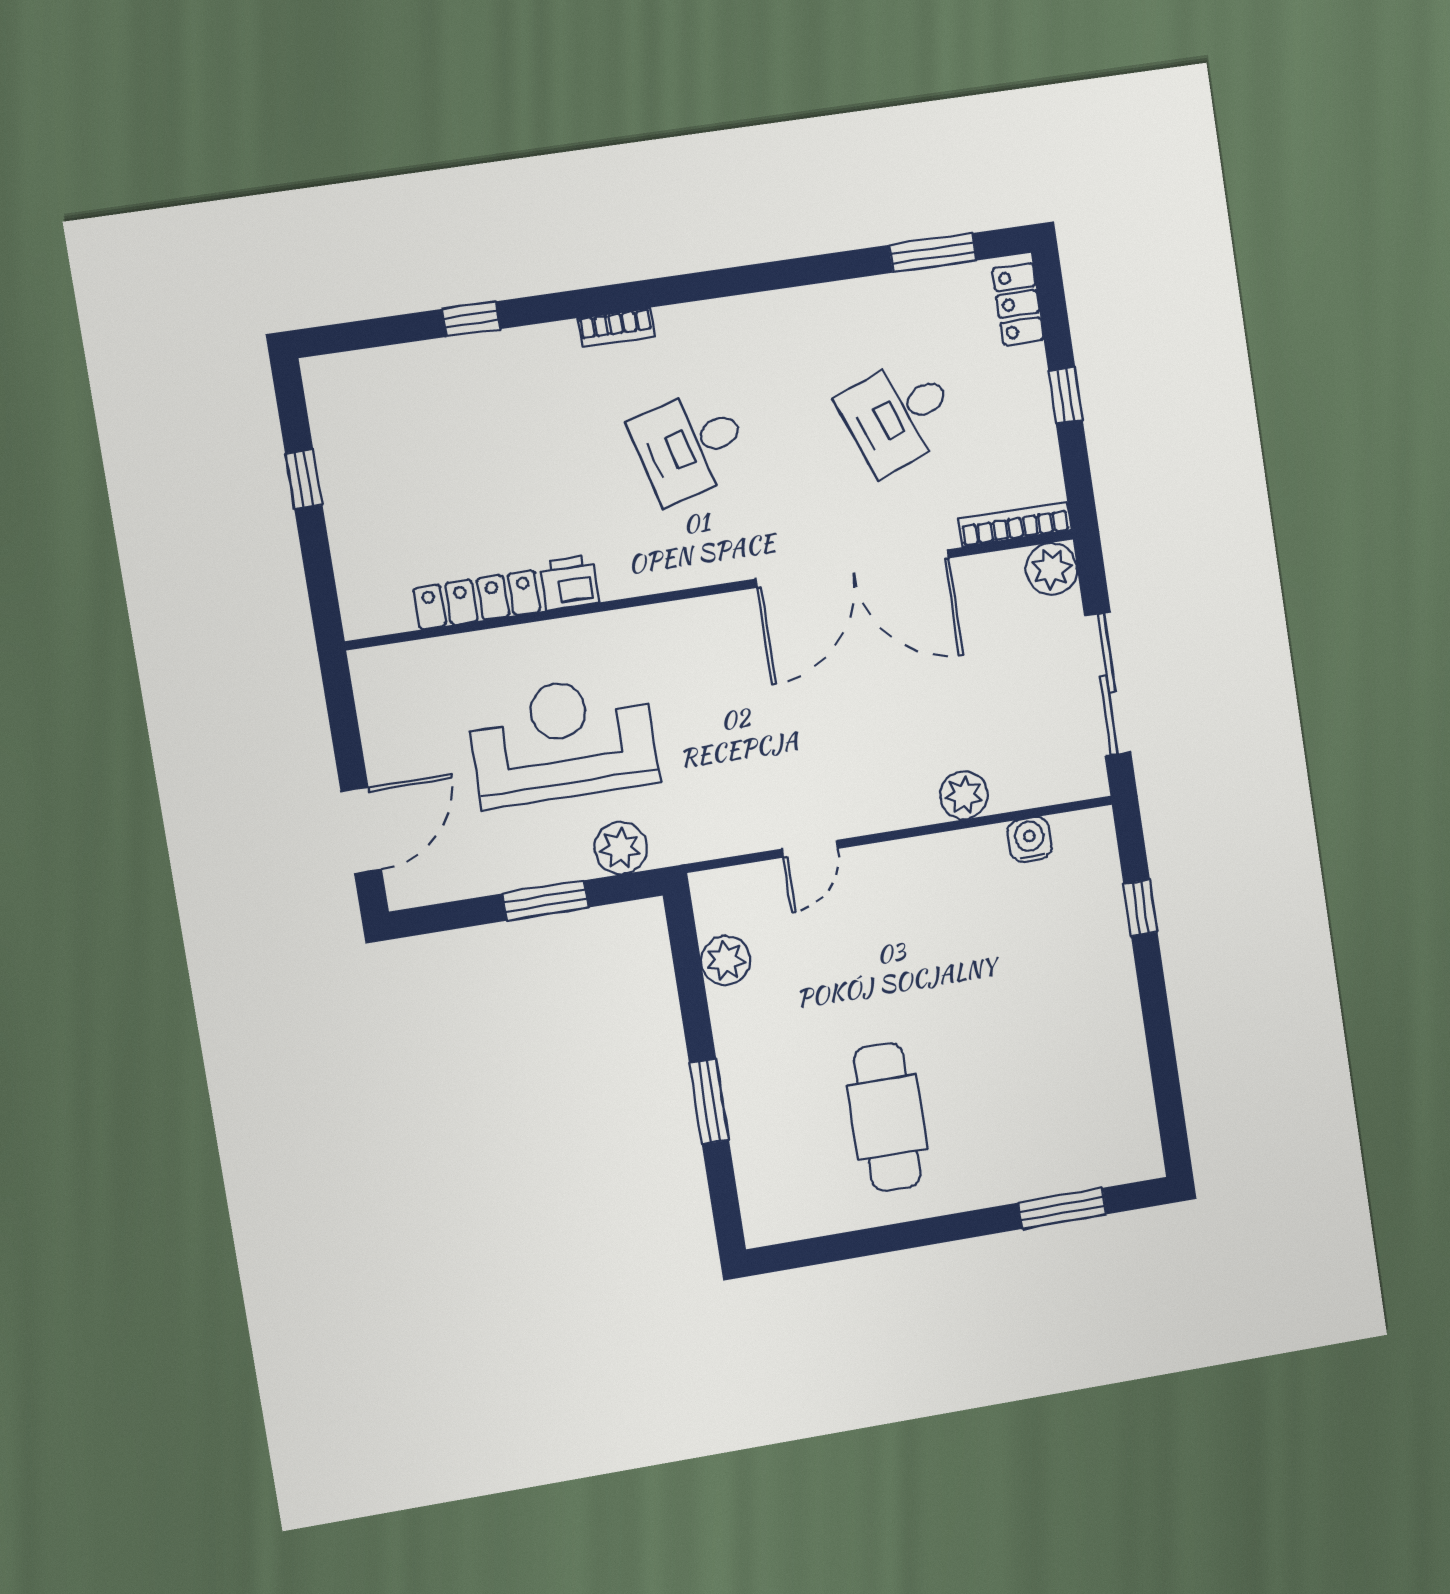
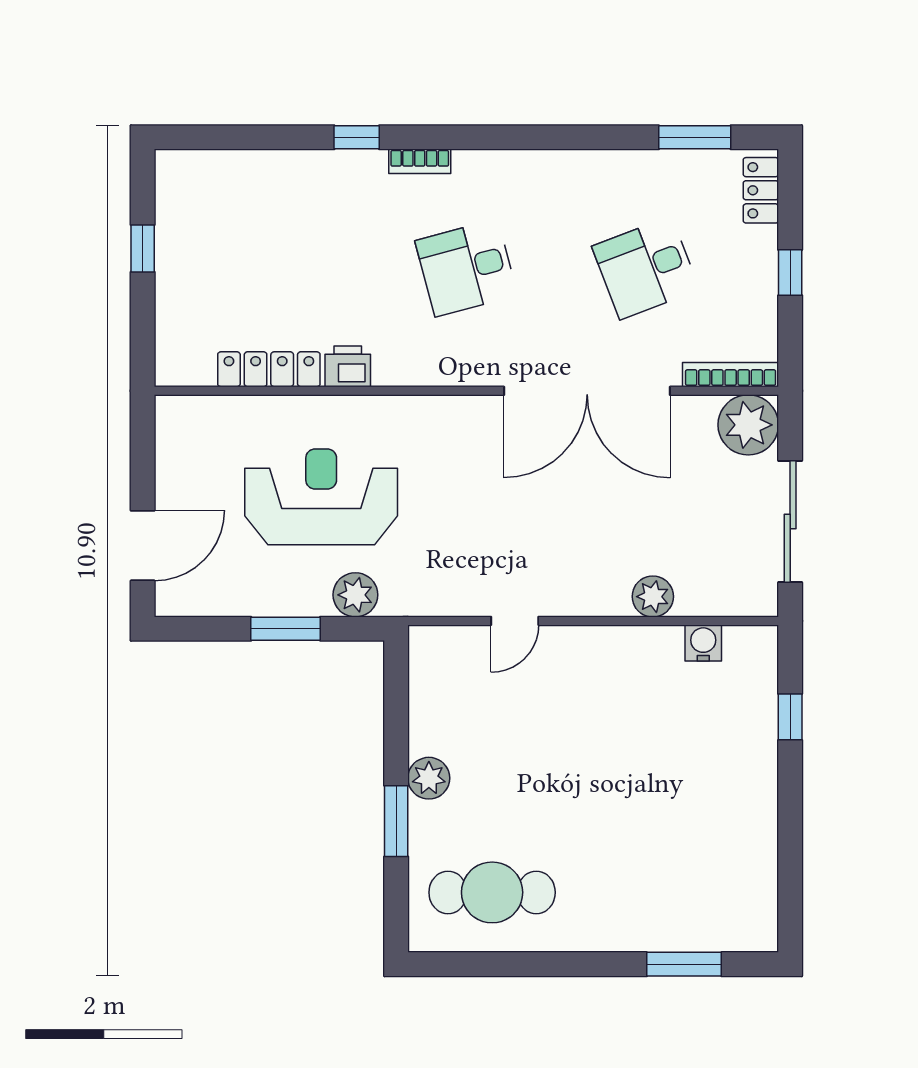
window: (471, 319) -> (357, 137), moved
plant: (1051, 569) -> (748, 425), width x1.36, depth x1.36
plant: (726, 960) -> (429, 778), moved
cafe table: (887, 1117) -> (492, 892), moved, turned 90

